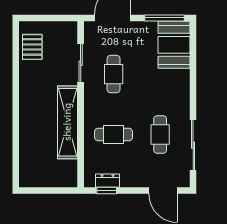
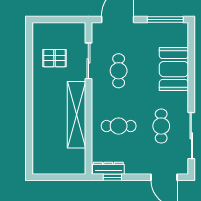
booth: (174, 45) -> (174, 69), moved
pallet: (32, 47) -> (54, 58), moved, turned 90
dresser: (108, 181) -> (108, 168), width x1.44

